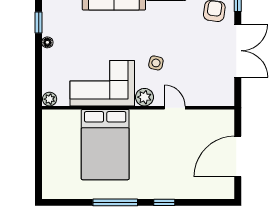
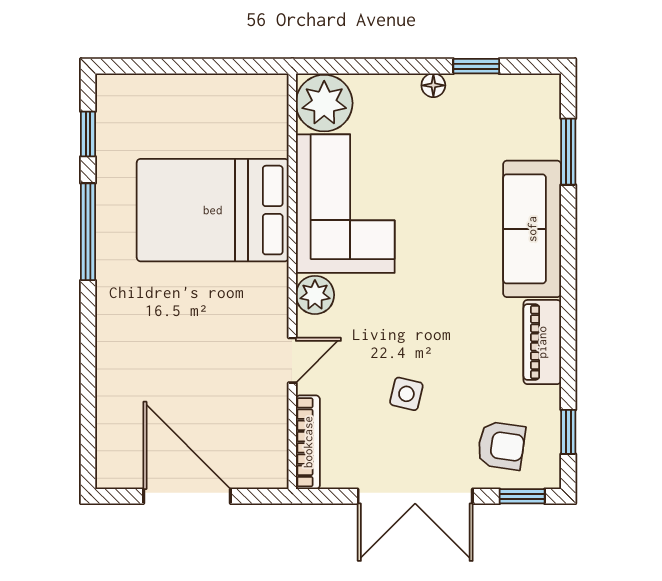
side table: (156, 63) -> (406, 394), moved
plant: (50, 99) -> (324, 103), width x1.88, depth x1.88
bookcase: (213, 101) -> (308, 442), added
window: (164, 202) -> (88, 134), moved

